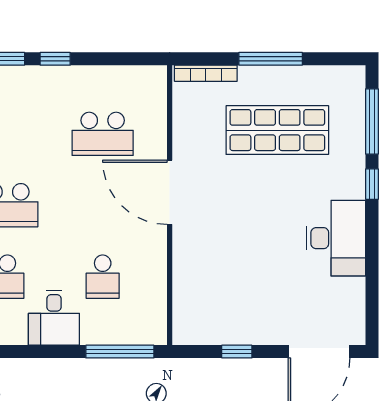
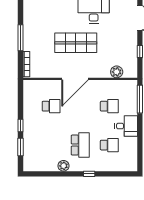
shop shelf: (277, 130) -> (76, 43), moved, turned 90
school desk: (103, 134) -> (51, 106), width x0.54
plant: (187, 295) -> (117, 72), added

